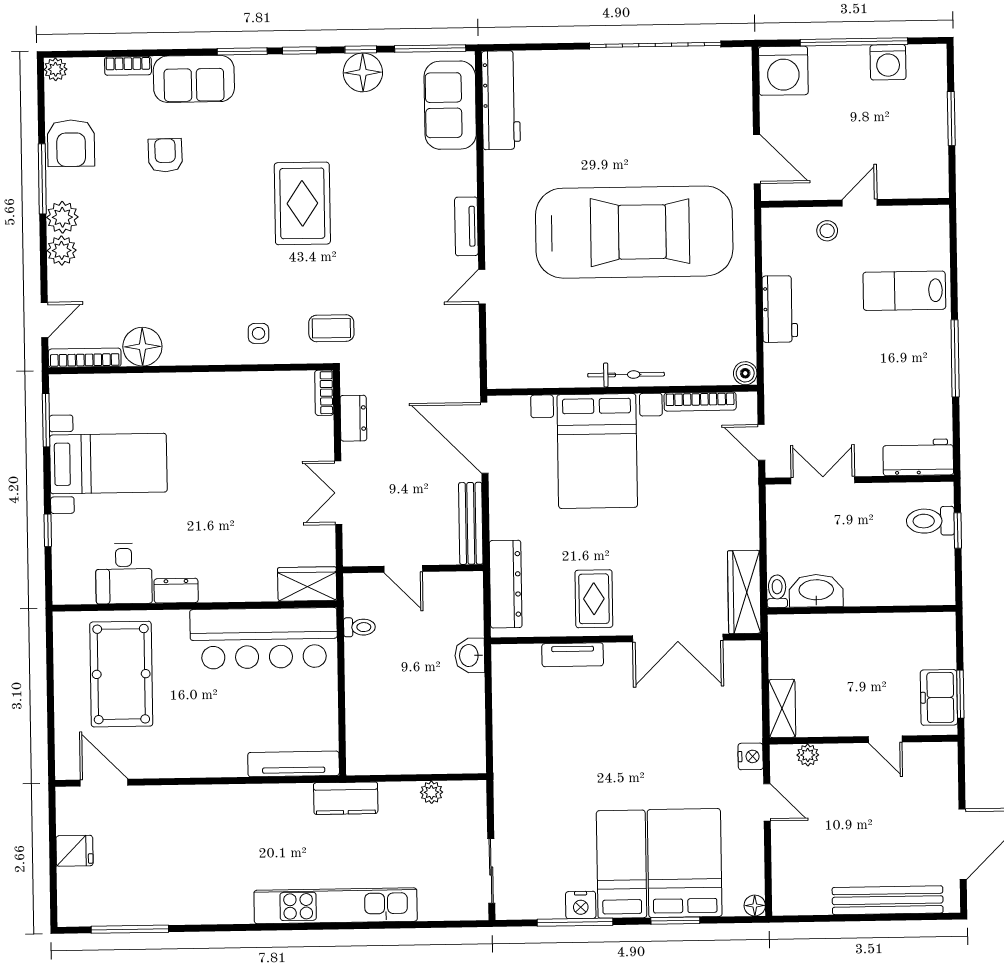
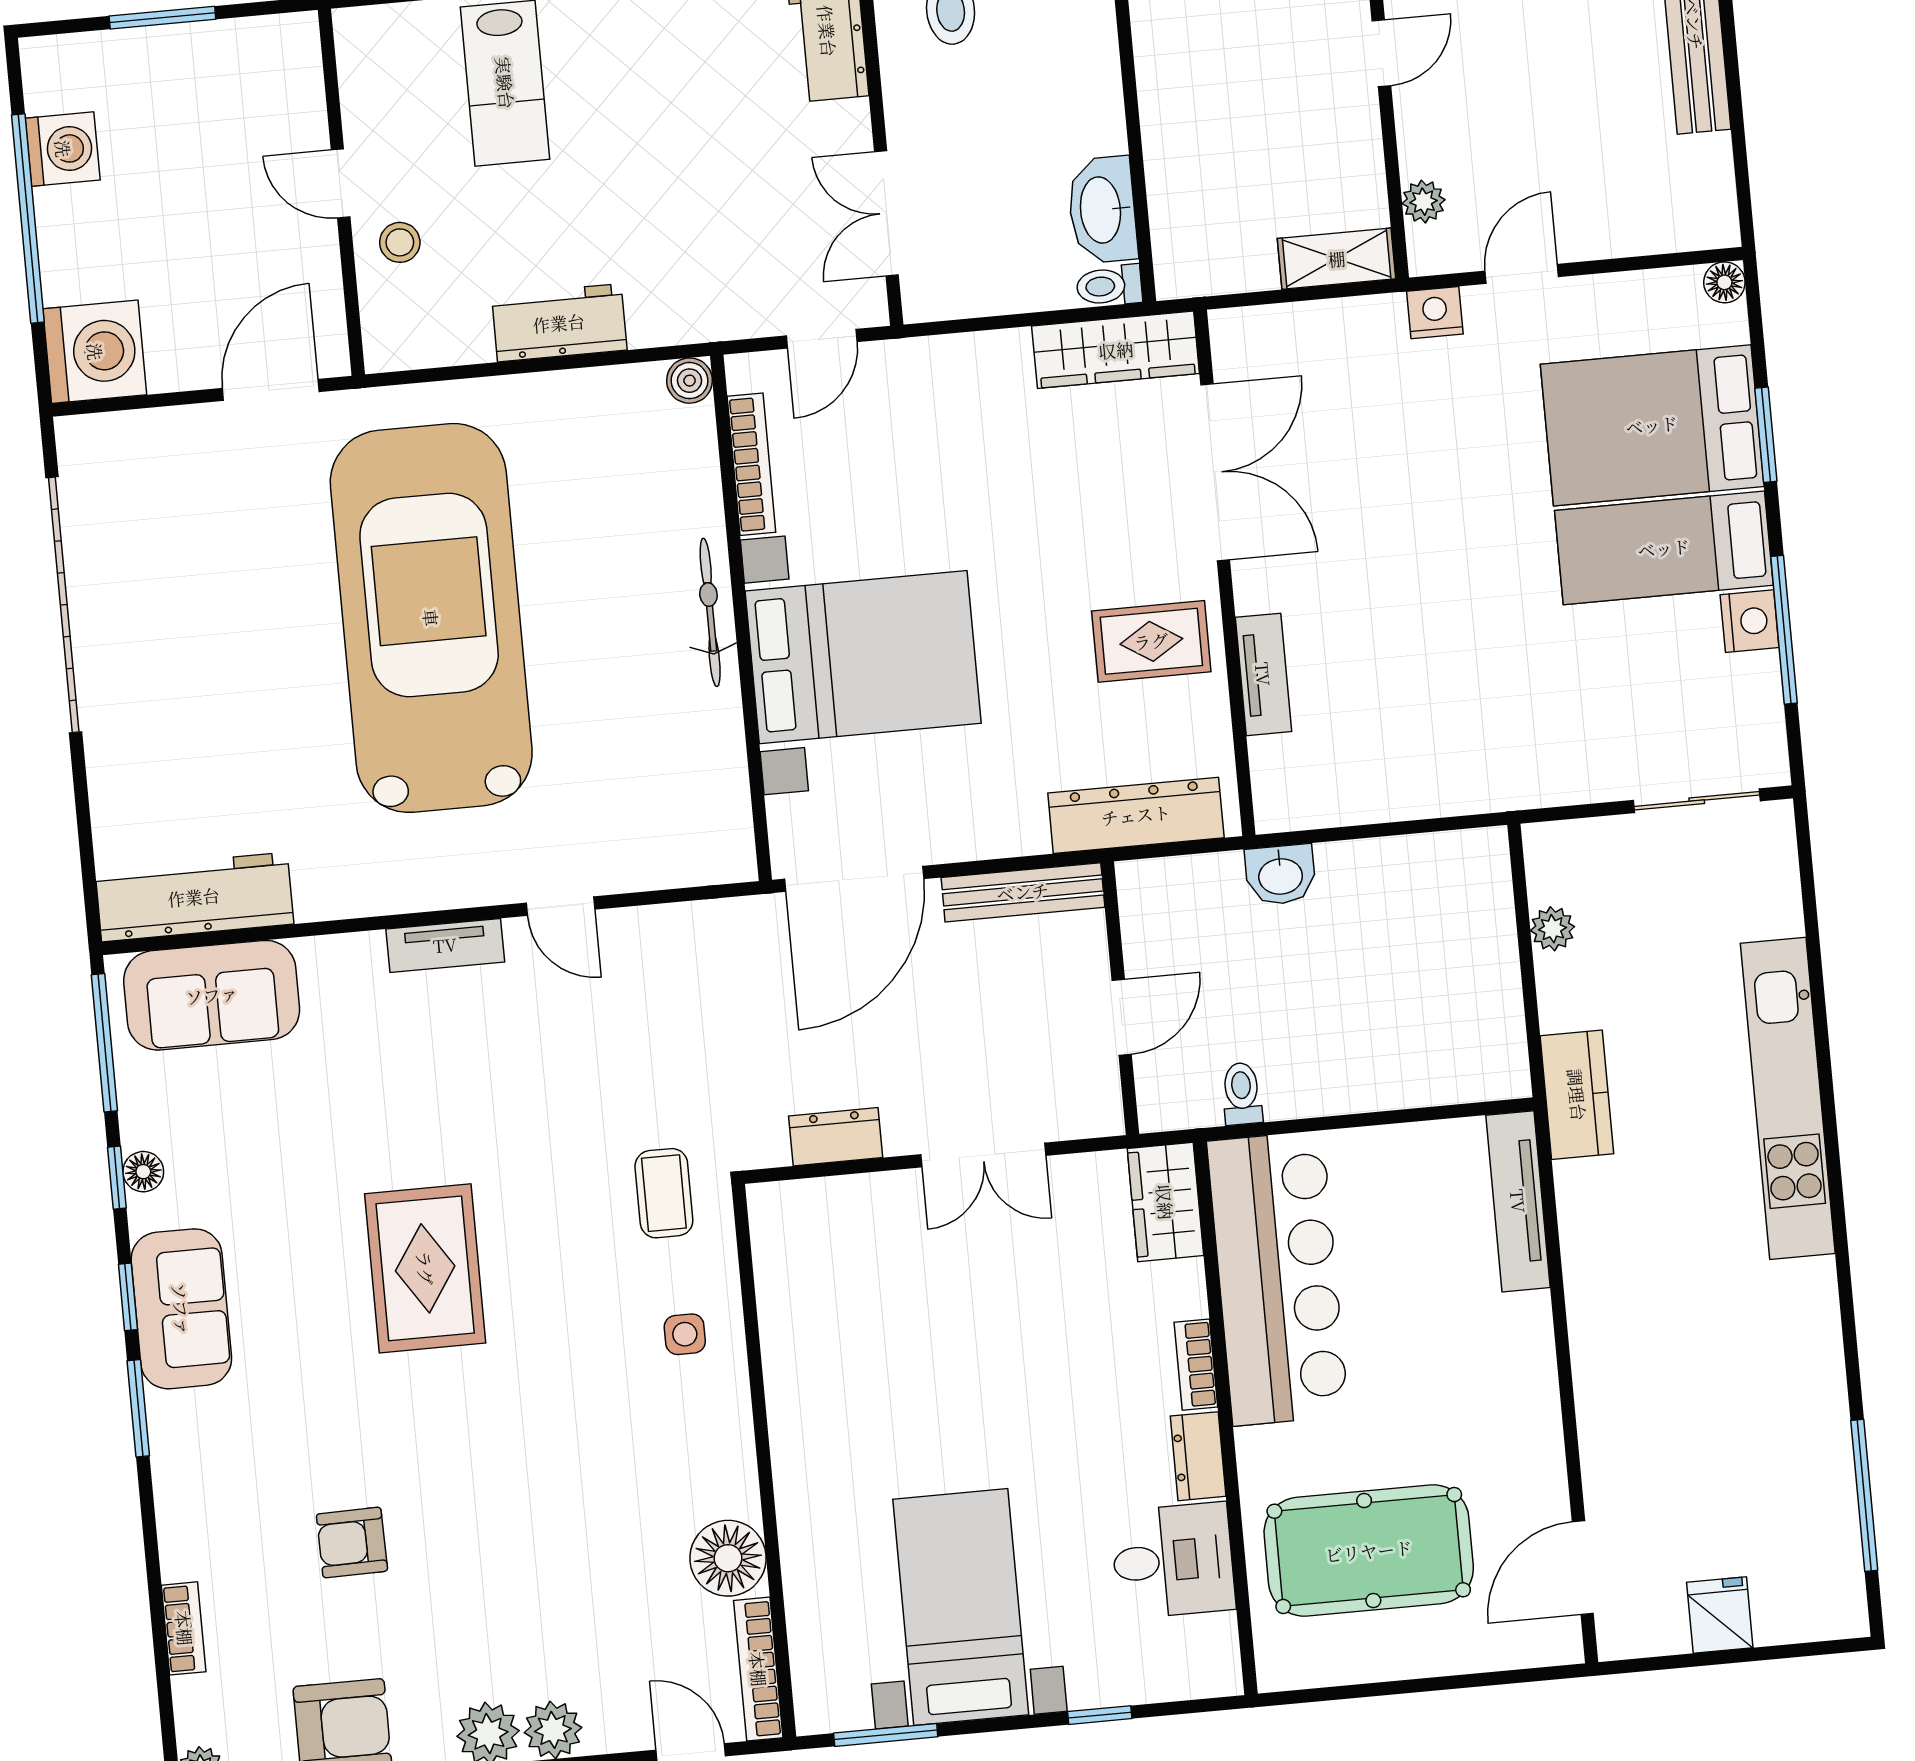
floor lamp: (363, 72) -> (143, 1172), width x0.53, depth x0.53
sofa: (194, 79) -> (181, 1309), moved
rug: (302, 203) -> (425, 1268), turned 90
bookcase: (324, 393) -> (1196, 1365), moved, turned 90

